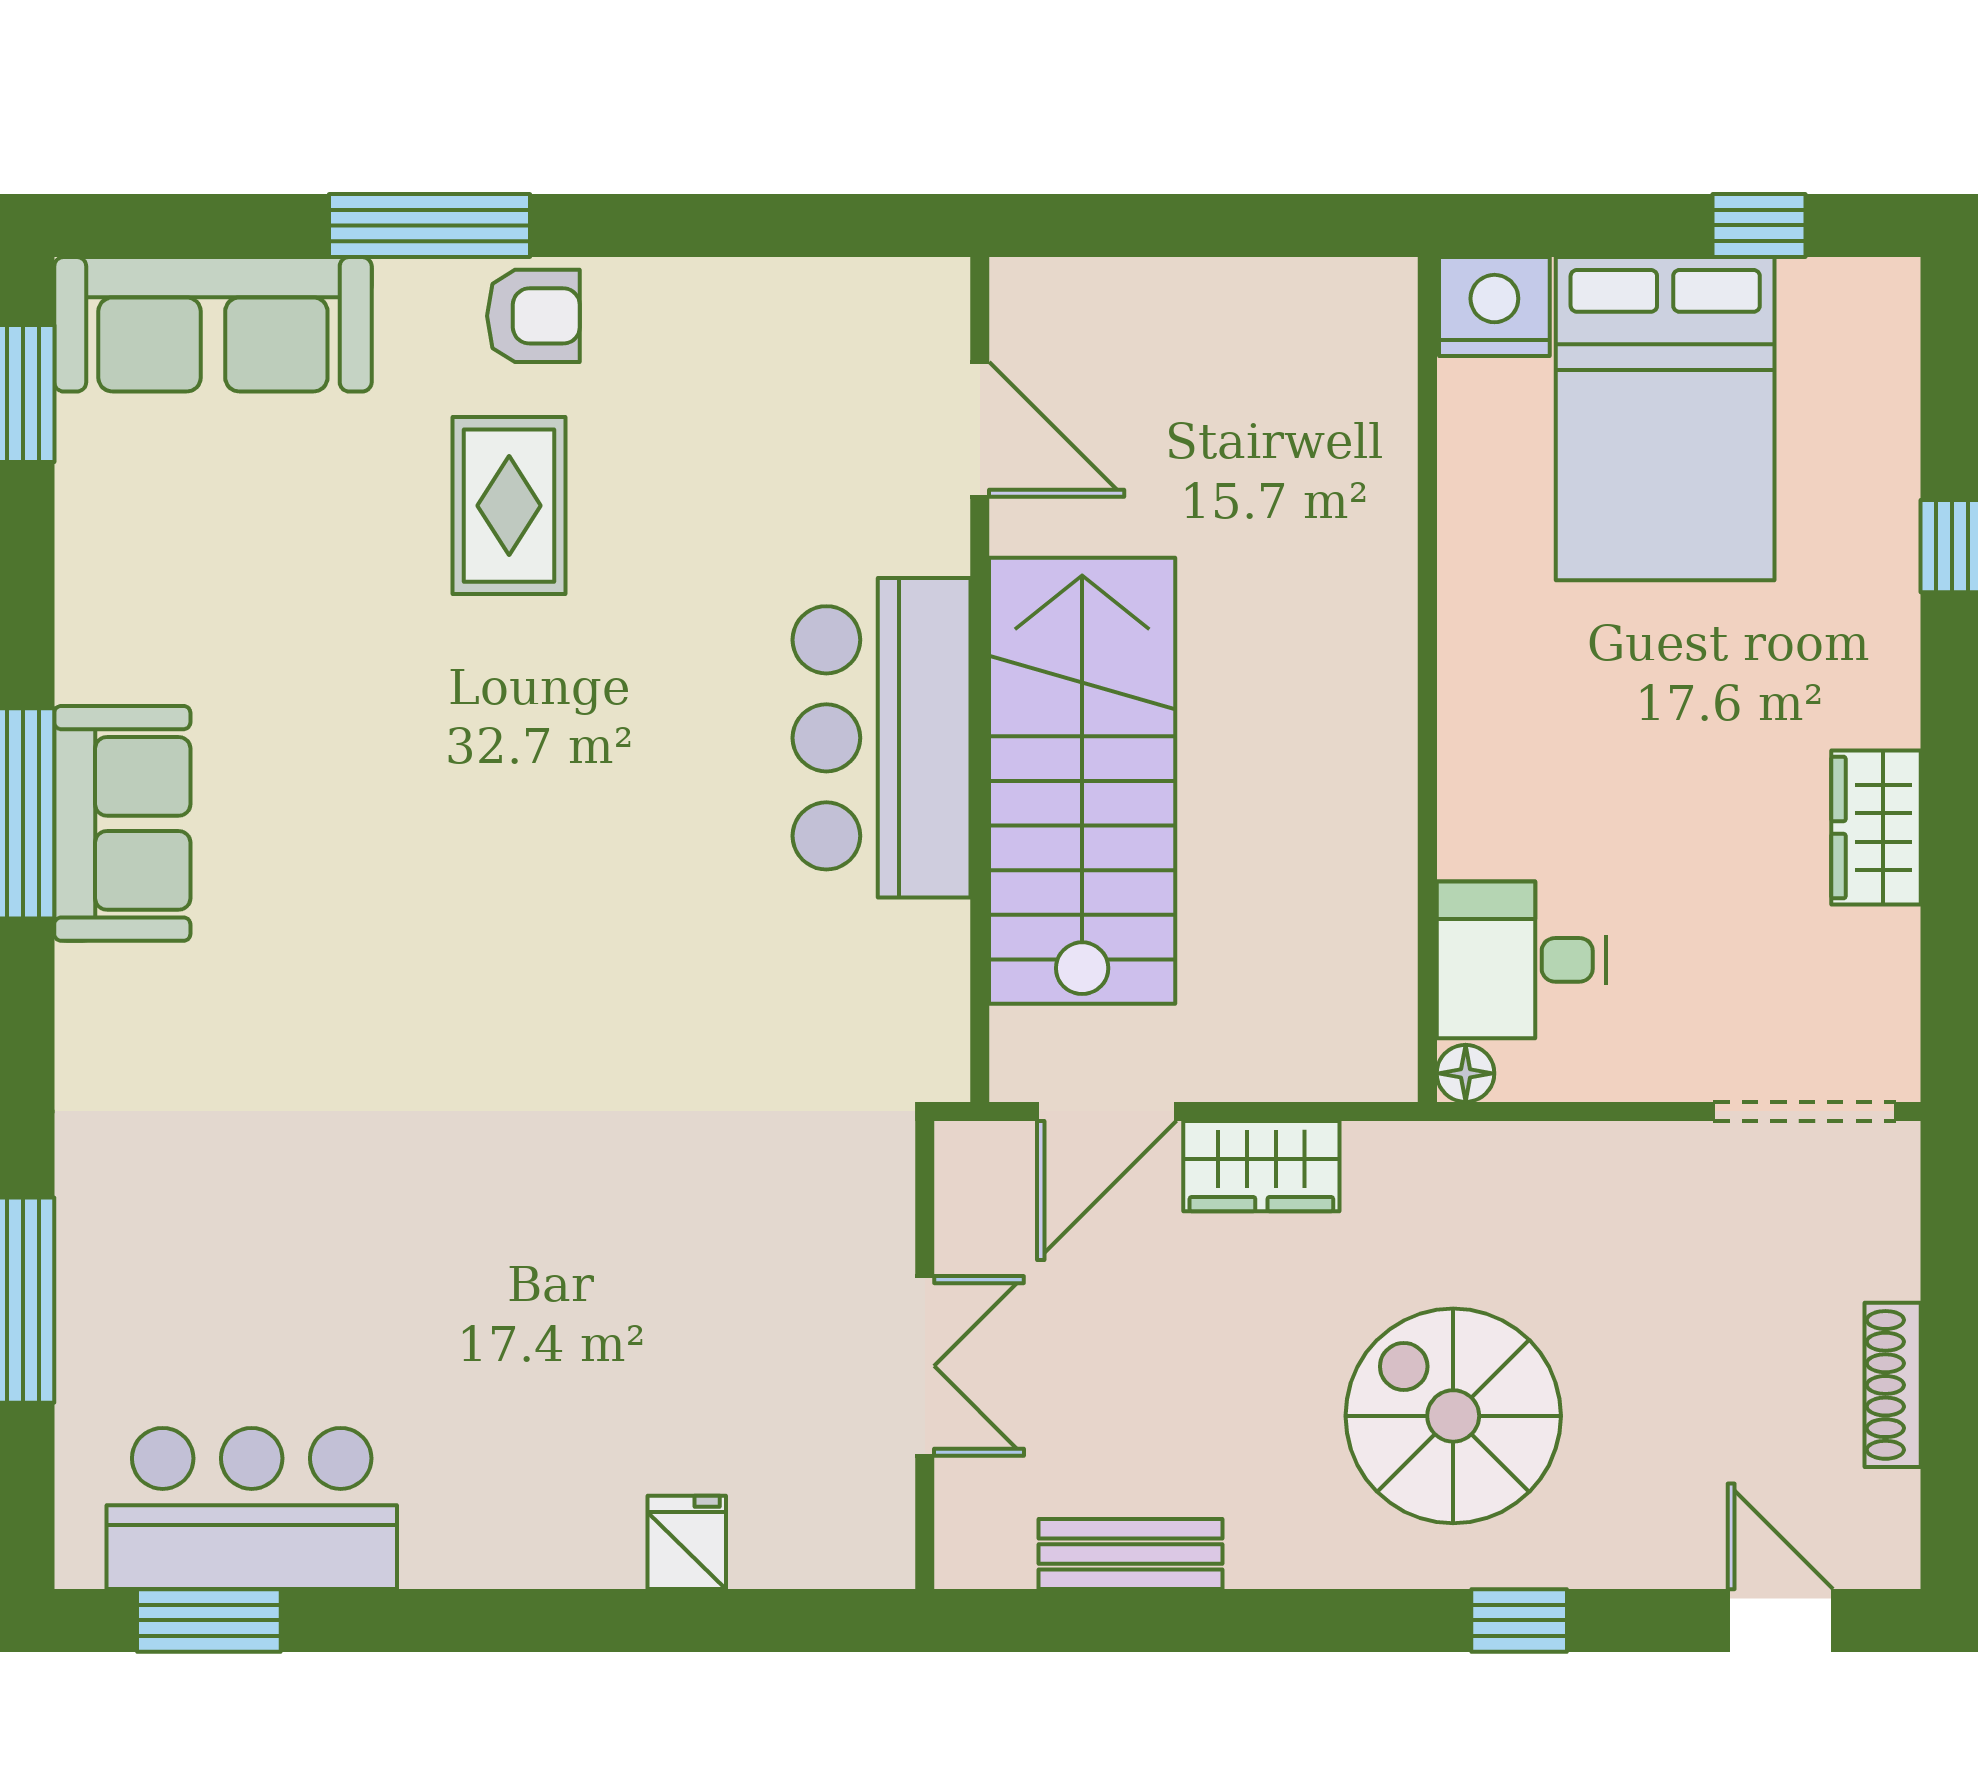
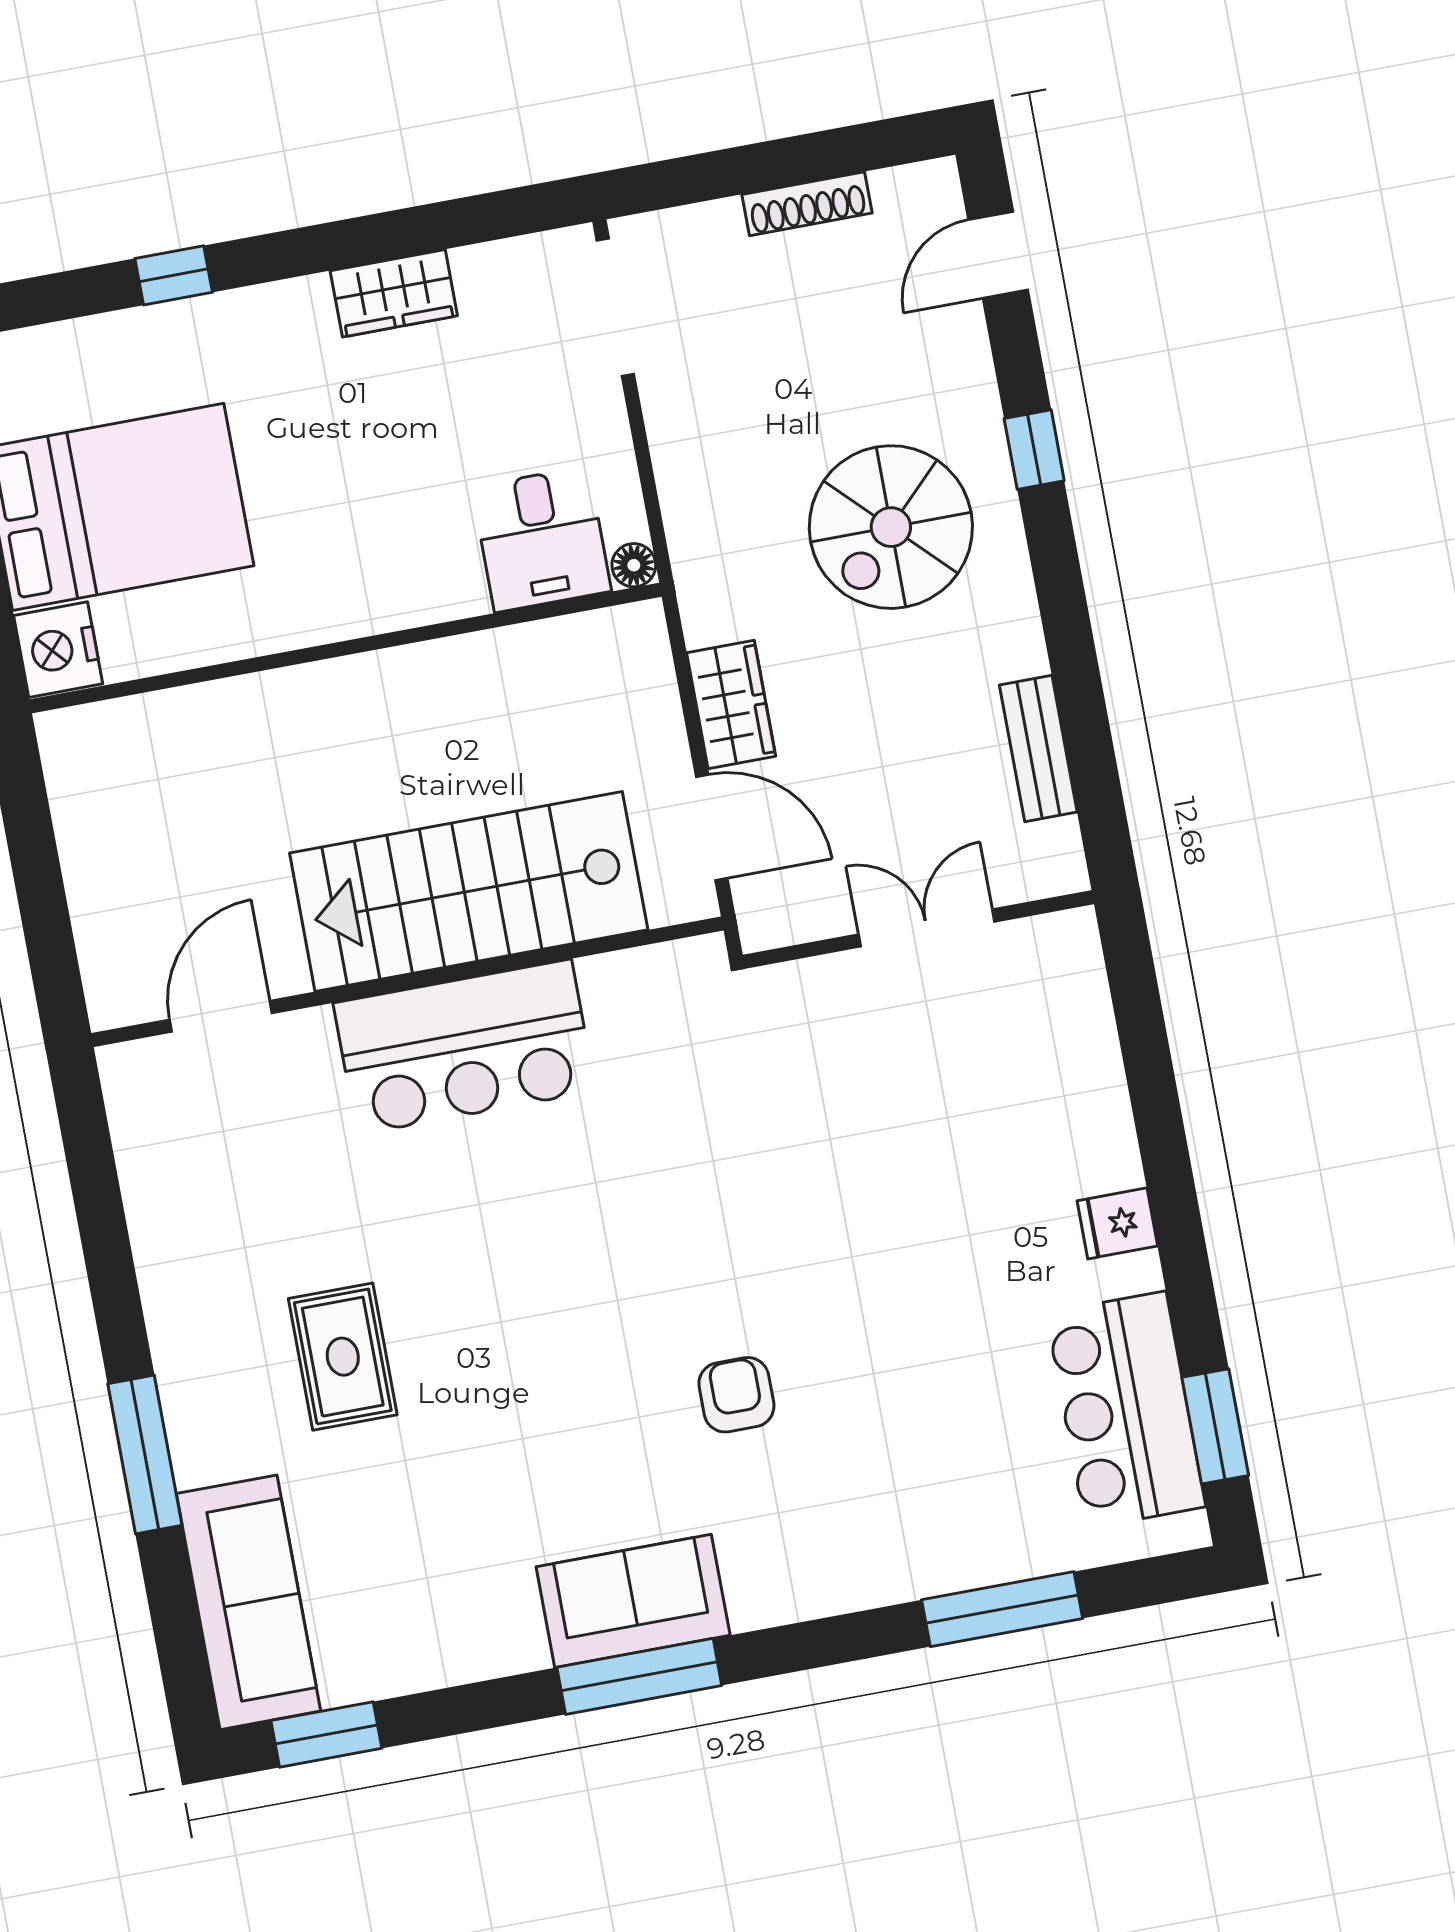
armchair: (533, 316) -> (736, 1395), moved
rug: (509, 506) -> (343, 1357), turned 90
fridge: (687, 1542) -> (1117, 1223), moved

